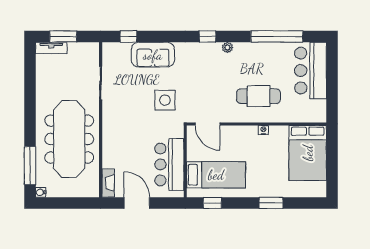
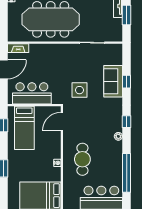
window: (128, 36) -> (127, 82), moved

